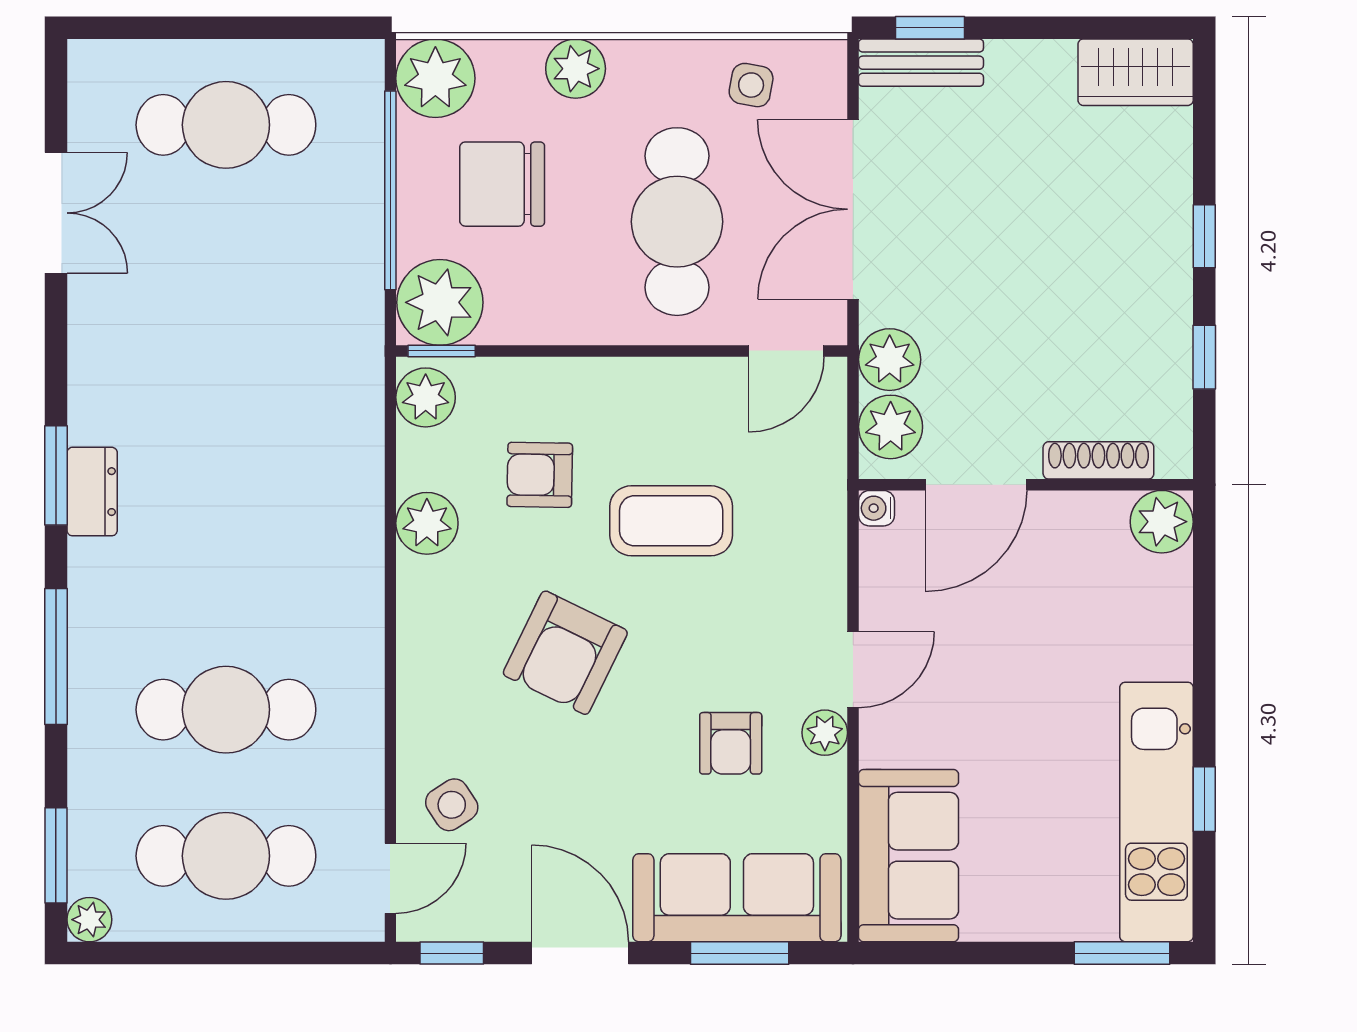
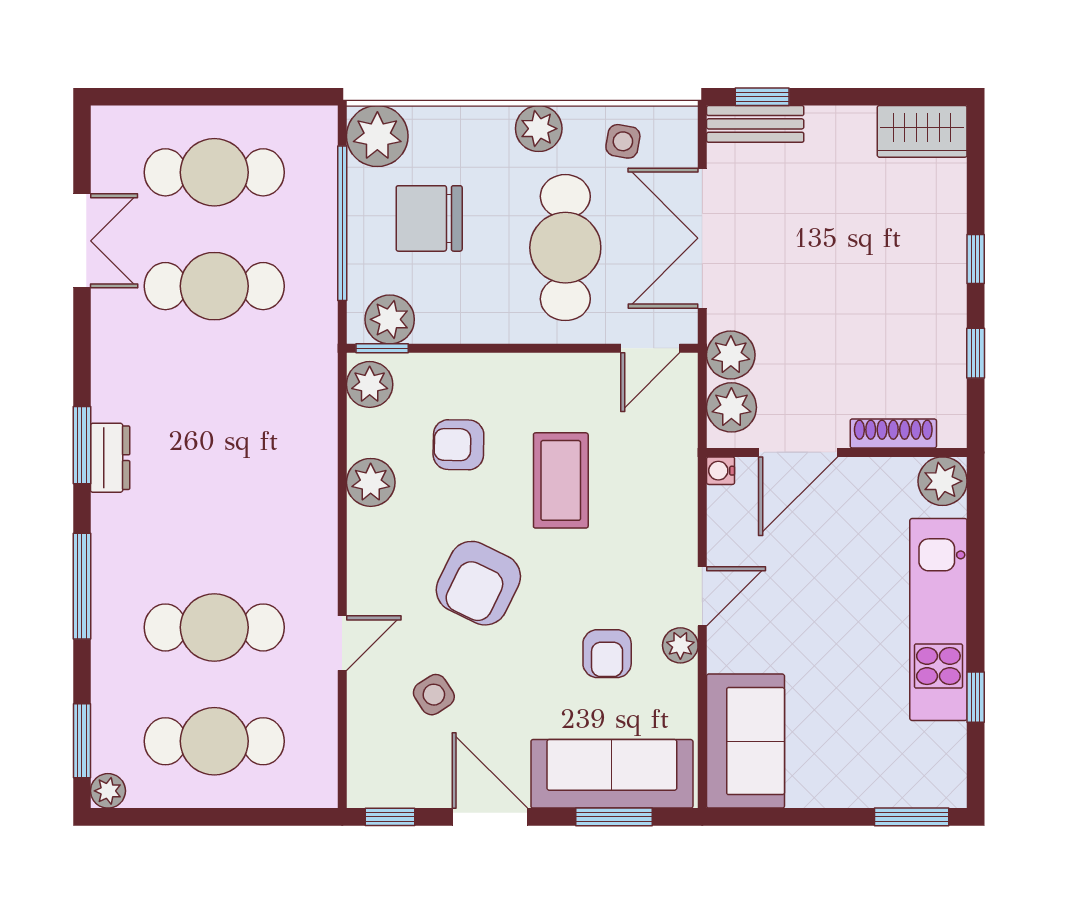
plant: (576, 69) -> (539, 129), moved
cafe table: (226, 271) -> (214, 286), added
plant: (440, 302) -> (390, 319), width x0.73, depth x0.73
coffee table: (671, 521) -> (561, 480), turned 90
side table: (452, 805) -> (434, 695), moved
kitchen unit: (1156, 812) -> (938, 620), moved
door: (390, 878) -> (342, 643), moved

